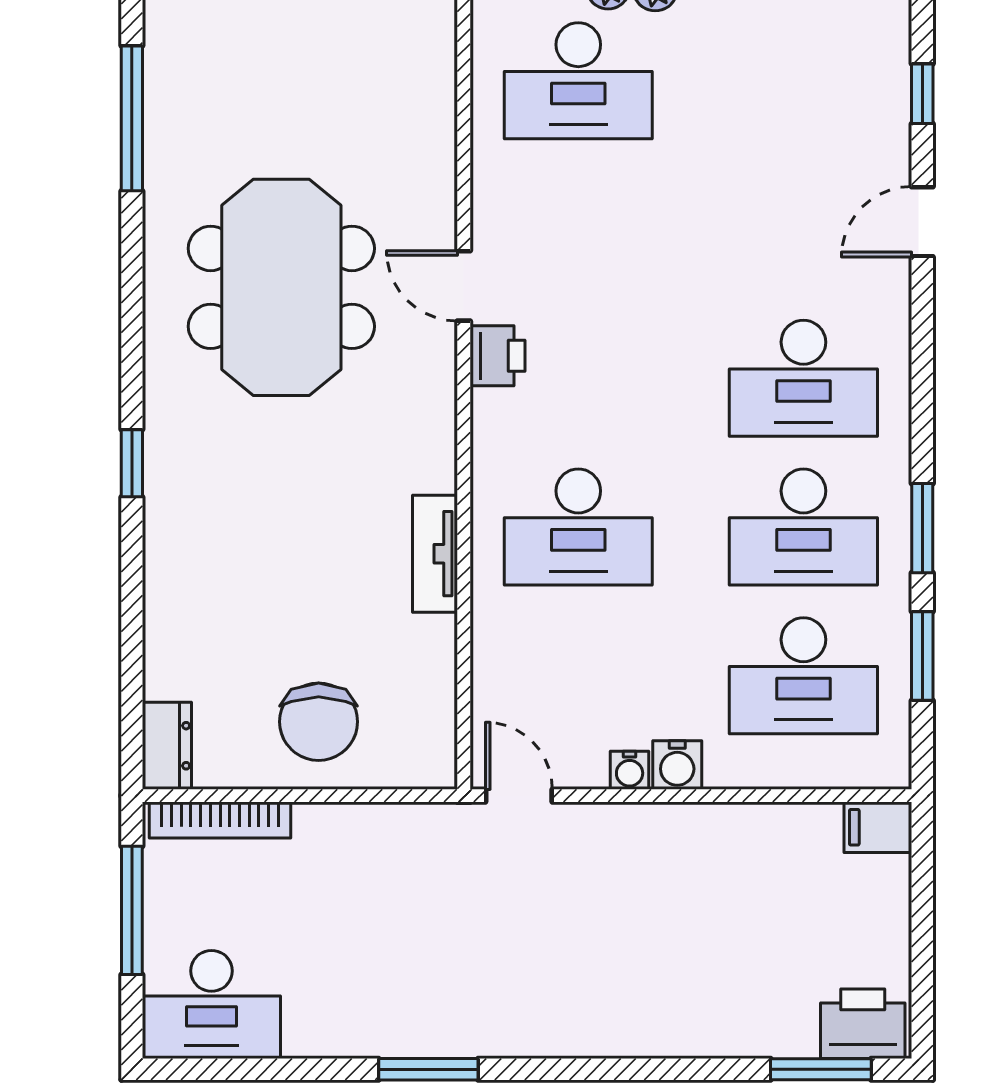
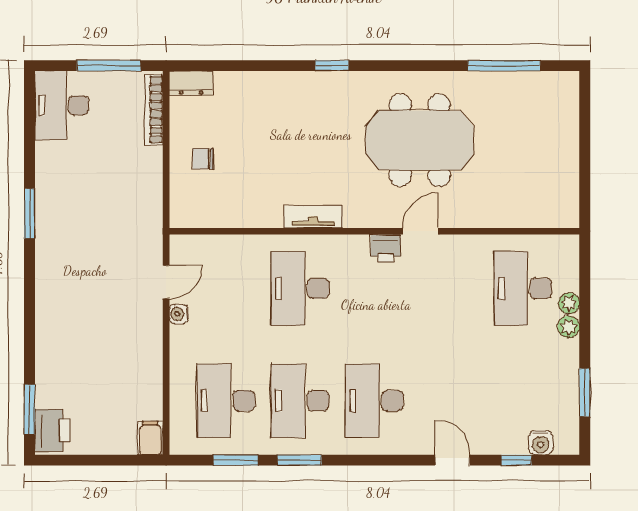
tv unit: (435, 554) -> (313, 217), moved
chair: (319, 722) -> (203, 159), width x0.54, depth x0.54
water cooler: (677, 765) -> (541, 443), moved, turned -90
door: (519, 796) -> (166, 282), moved

